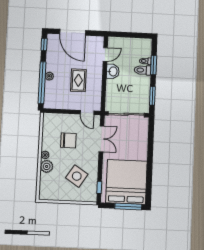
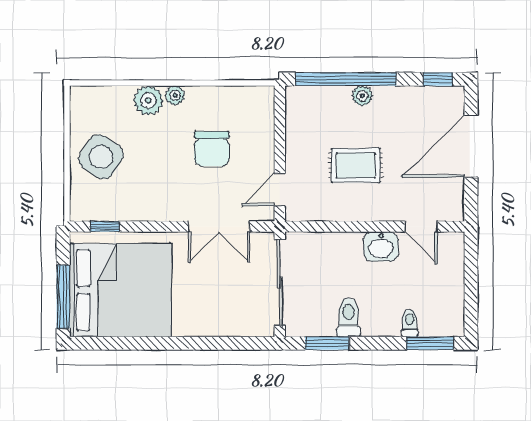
window: (154, 65) -> (430, 343), moved
toilet: (143, 70) -> (349, 317), moved
side table: (77, 176) -> (101, 157), moved

